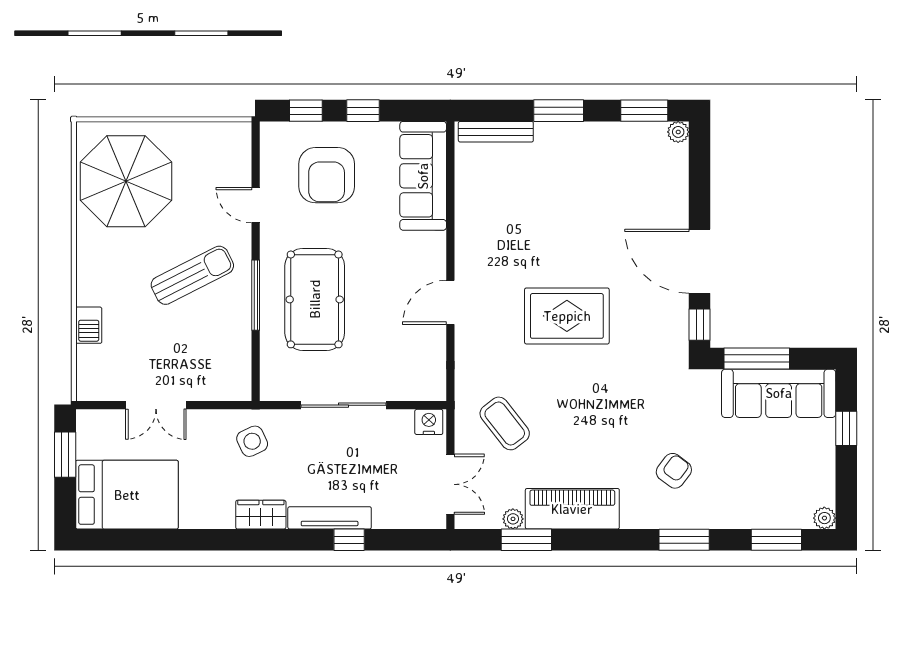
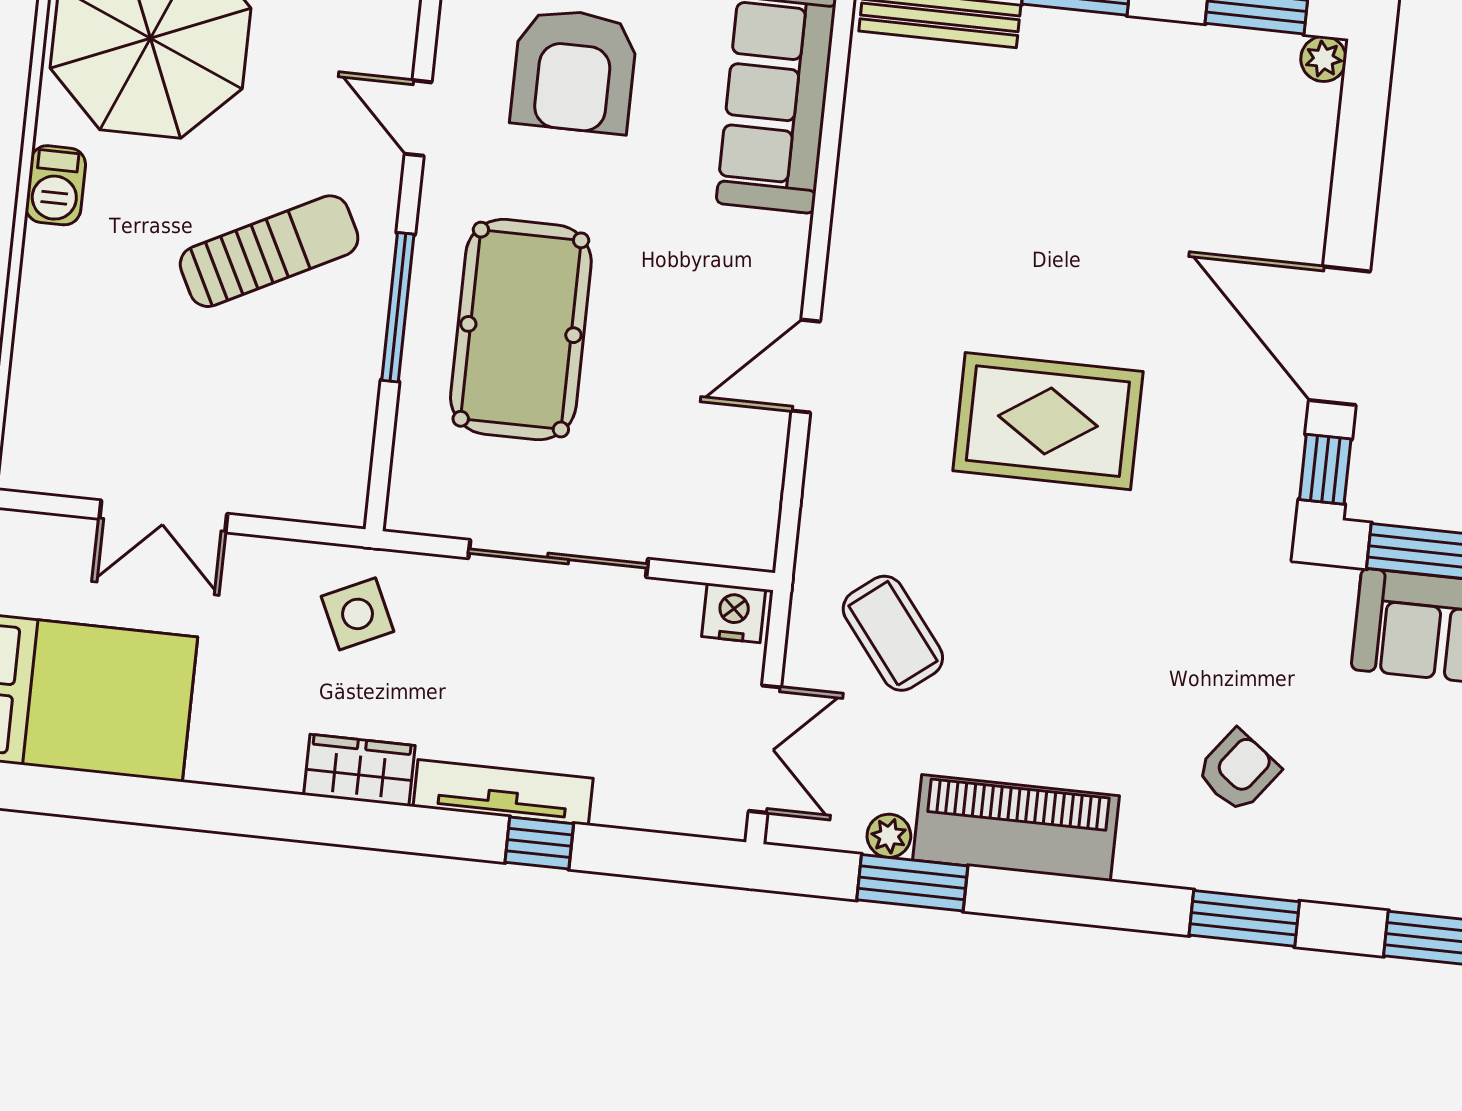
barbecue: (89, 325) -> (56, 185), moved

